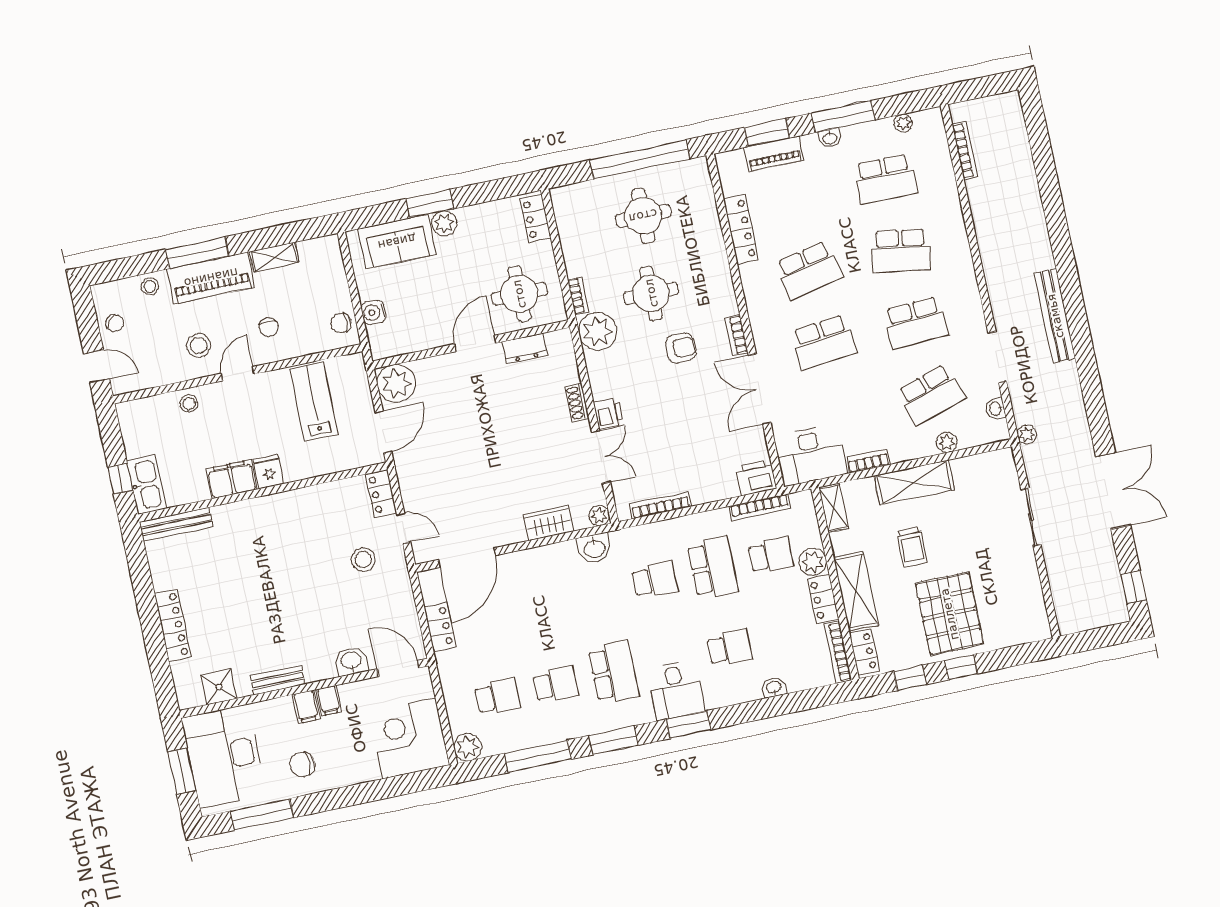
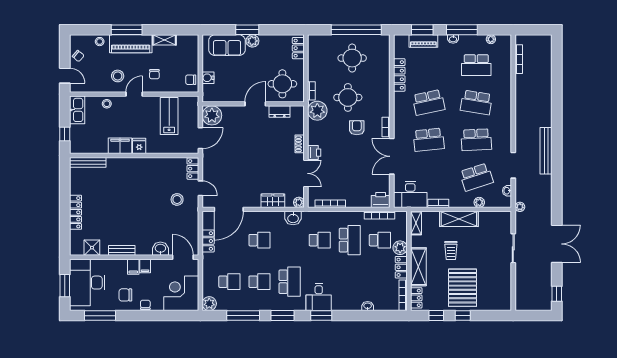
armchair: (681, 348) -> (357, 128), turned -90
kitchen sink: (146, 485) -> (77, 110), moved
school desk: (730, 648) -> (260, 240), moved
chair: (345, 775) -> (145, 305), added

